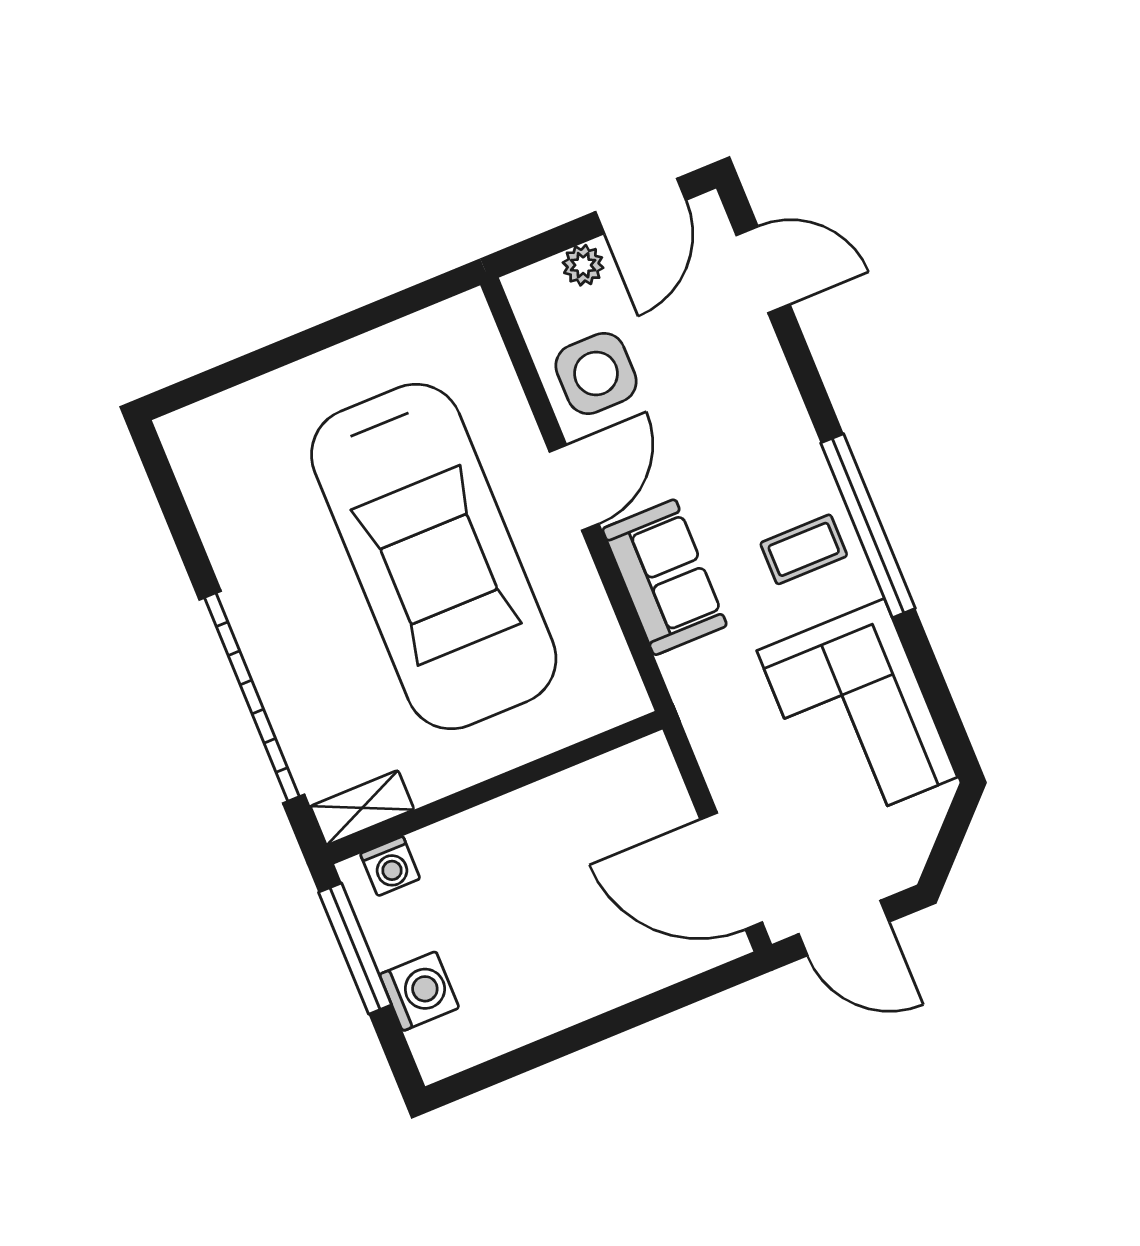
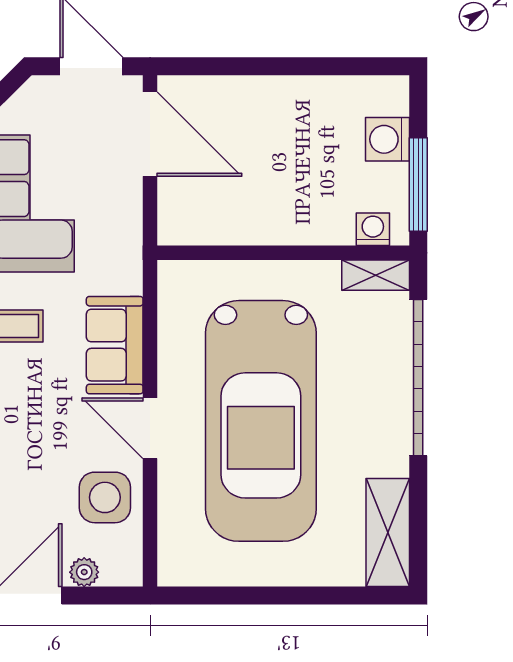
shelving: (209, 479) -> (388, 533), added
door: (574, 488) -> (150, 428), hinge flipped
car: (434, 557) -> (261, 421), turned 180

